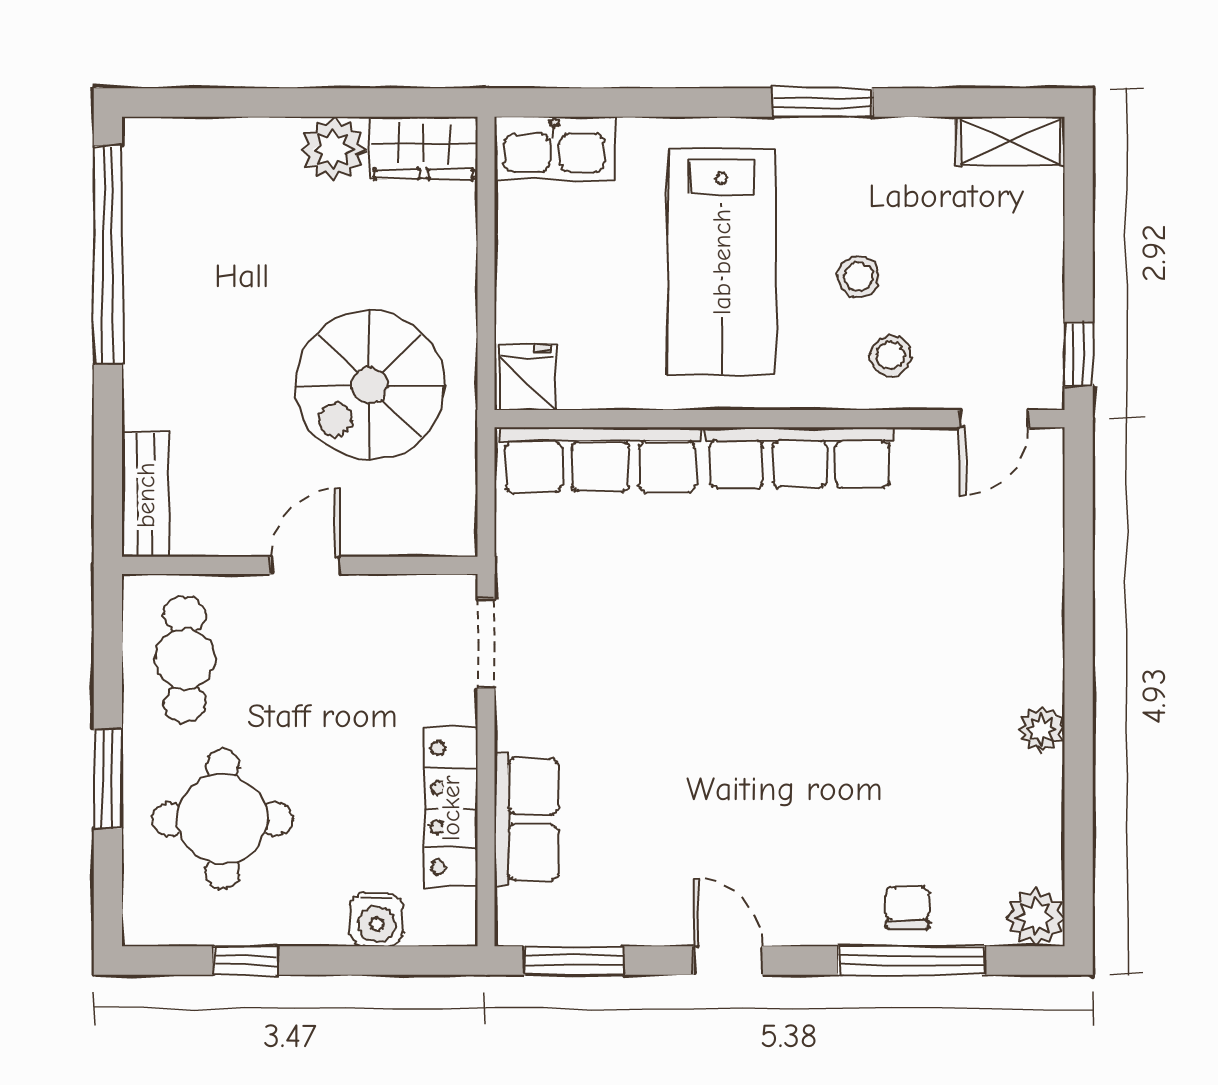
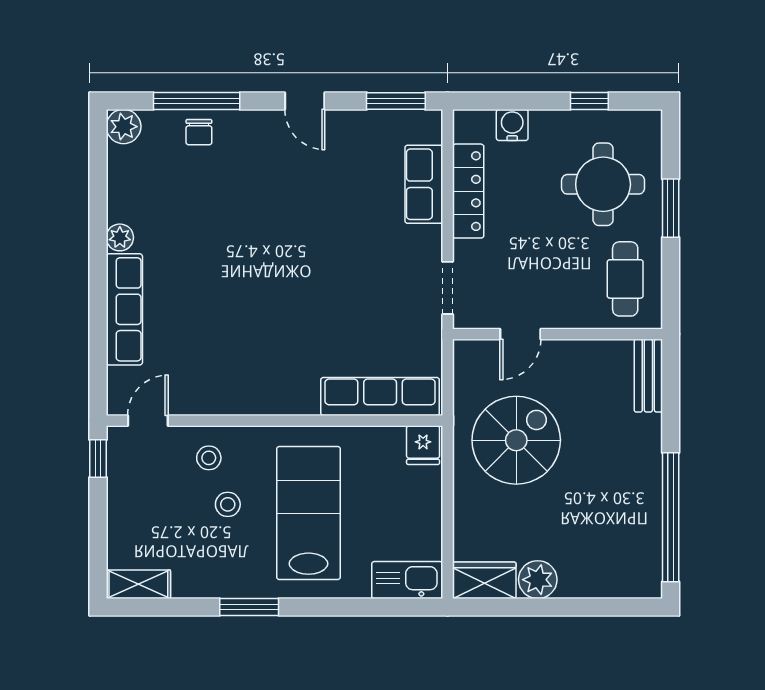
row of seats: (800, 458) -> (124, 309), moved, turned 90
door: (305, 565) -> (520, 334), moved

